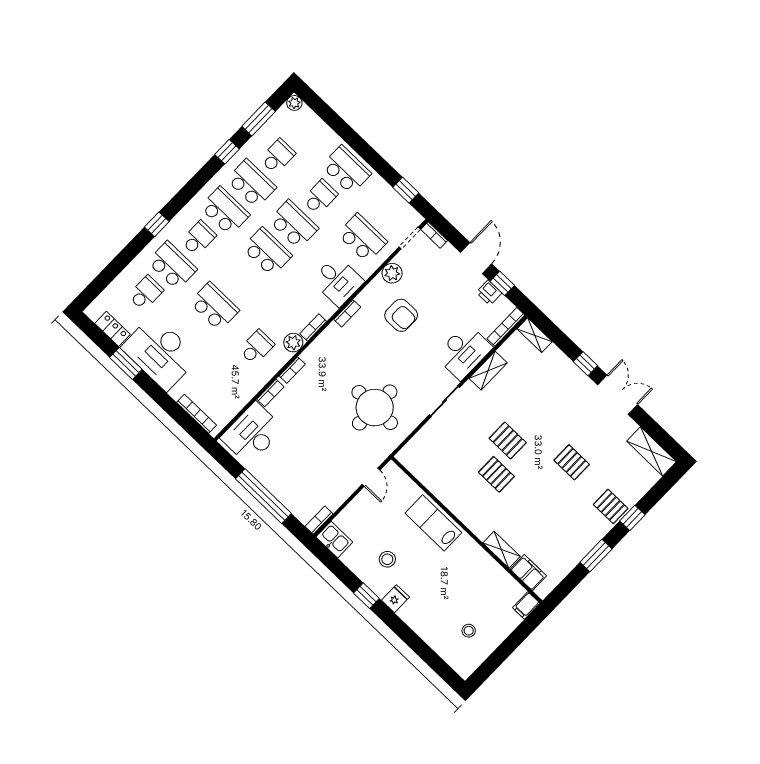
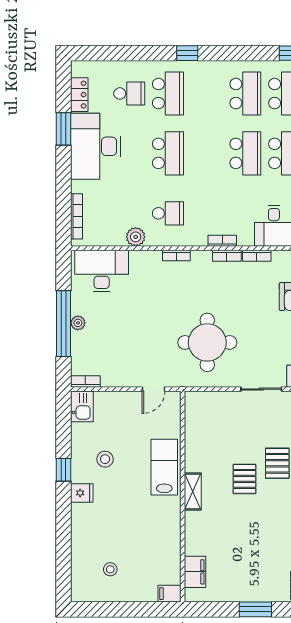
school desk: (198, 238) -> (207, 94), removed
plant: (293, 343) -> (136, 237), moved
bookcase: (270, 393) -> (227, 256), moved
plant: (273, 485) -> (78, 323), added
shelving: (502, 550) -> (193, 492), moved

